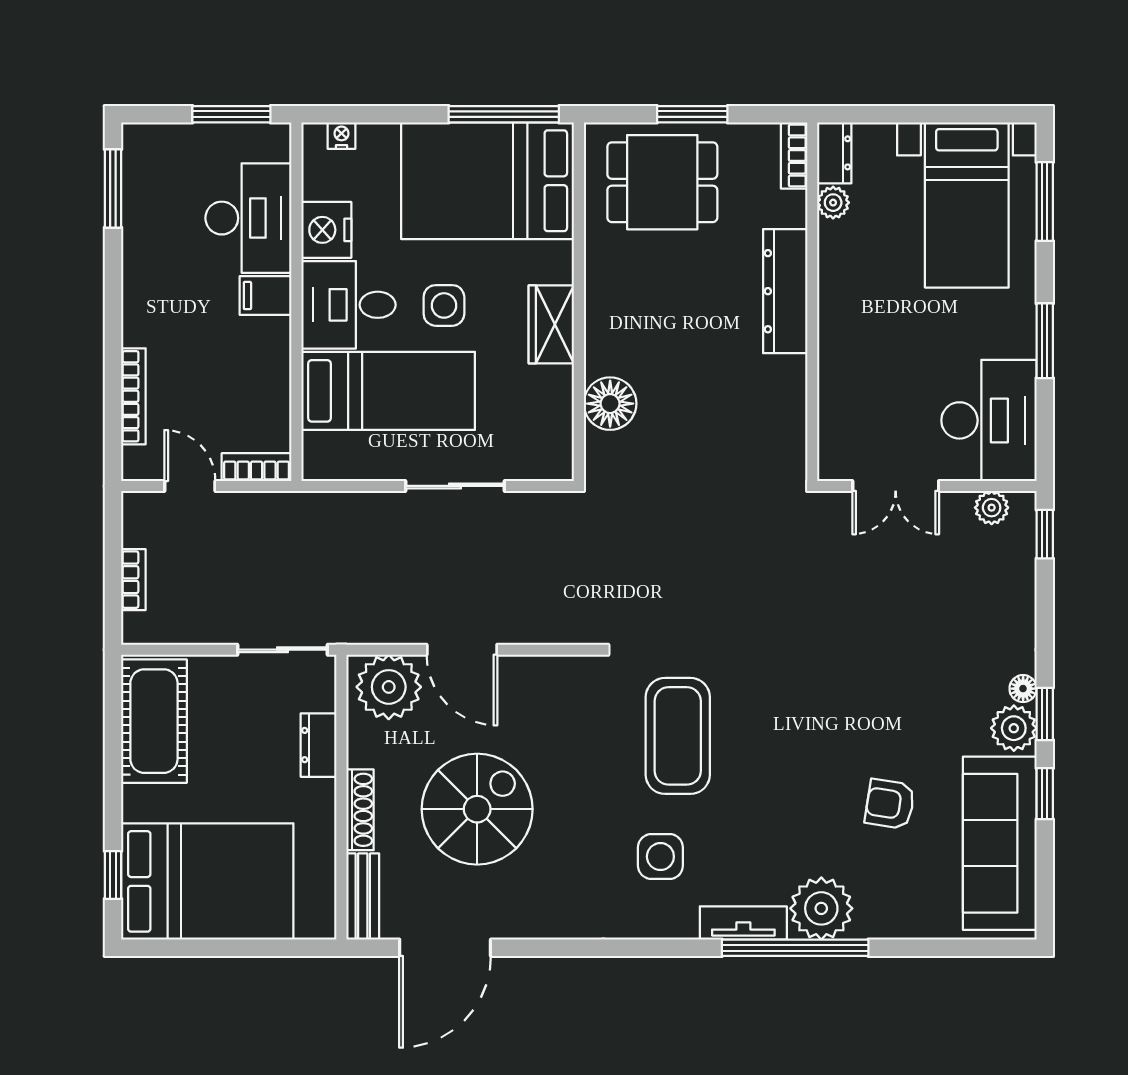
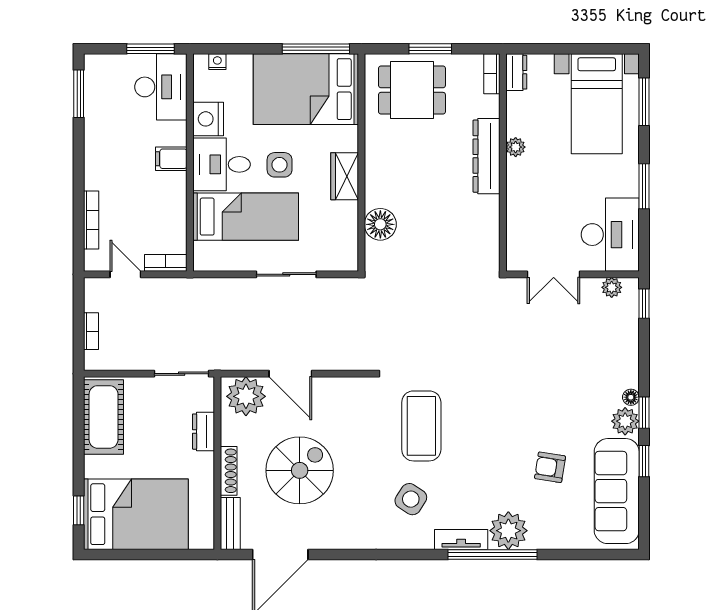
plant: (833, 203) -> (516, 147), moved
desk: (248, 218) -> (161, 87), moved
side table: (660, 857) -> (411, 499), turned 33

